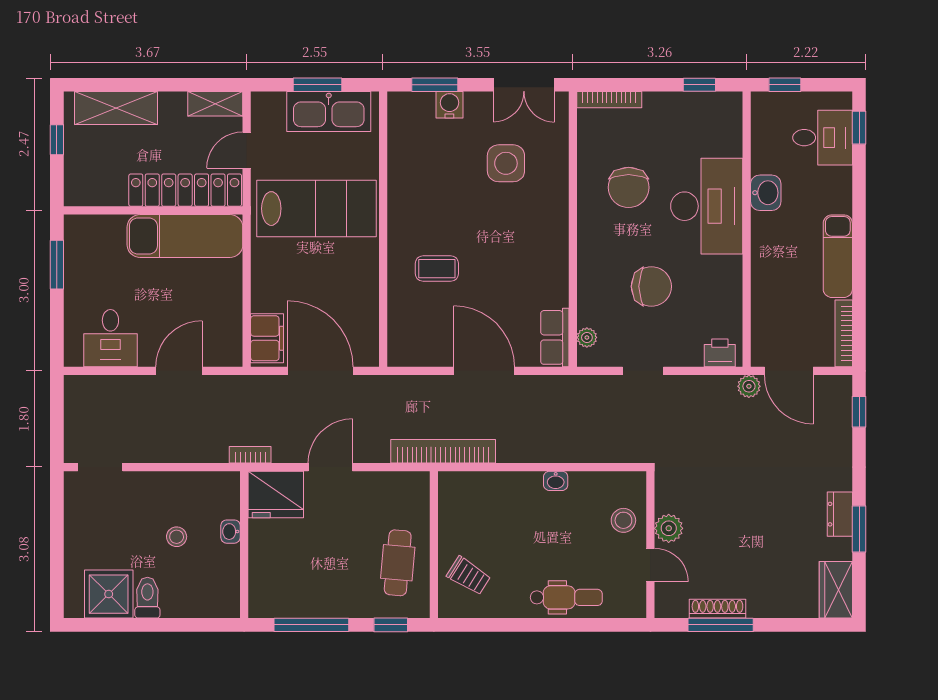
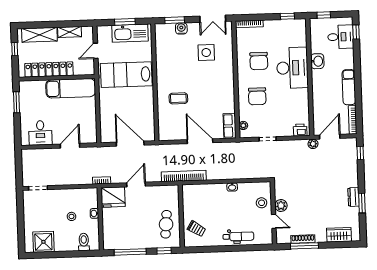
shelving: (215, 104) -> (70, 32), moved
locker: (185, 190) -> (49, 69), moved
lab bench: (317, 209) -> (126, 75), turned 180
chair: (651, 286) -> (257, 96), moved, turned 90
filing cabinet: (267, 338) -> (107, 131), removed
door: (789, 371) -> (330, 137), swing flipped
wardrobe: (836, 590) -> (339, 235), moved, turned 90
toilet: (147, 598) -> (84, 242), moved

